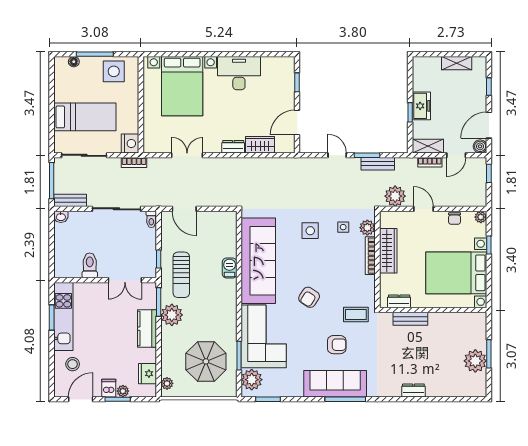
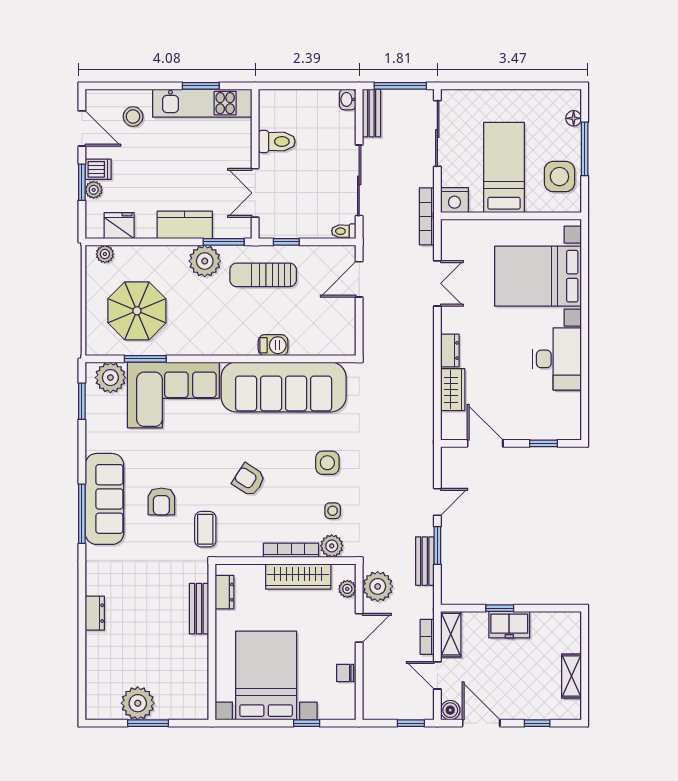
bed: (85, 117) -> (504, 167), moved, turned 180
bookcase: (134, 163) -> (427, 216), width x1.56
plant: (481, 217) -> (347, 589), moved
armchair: (309, 297) -> (249, 480), moved

